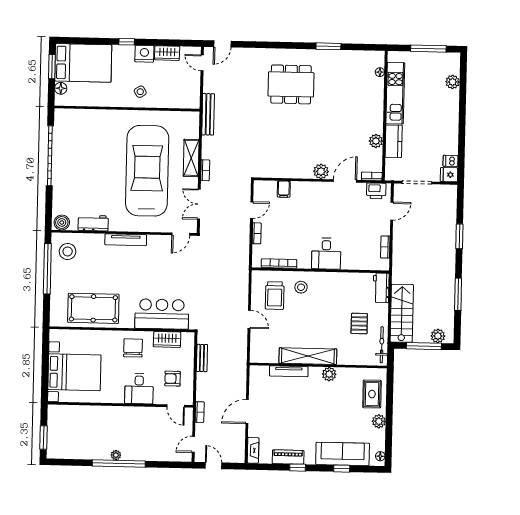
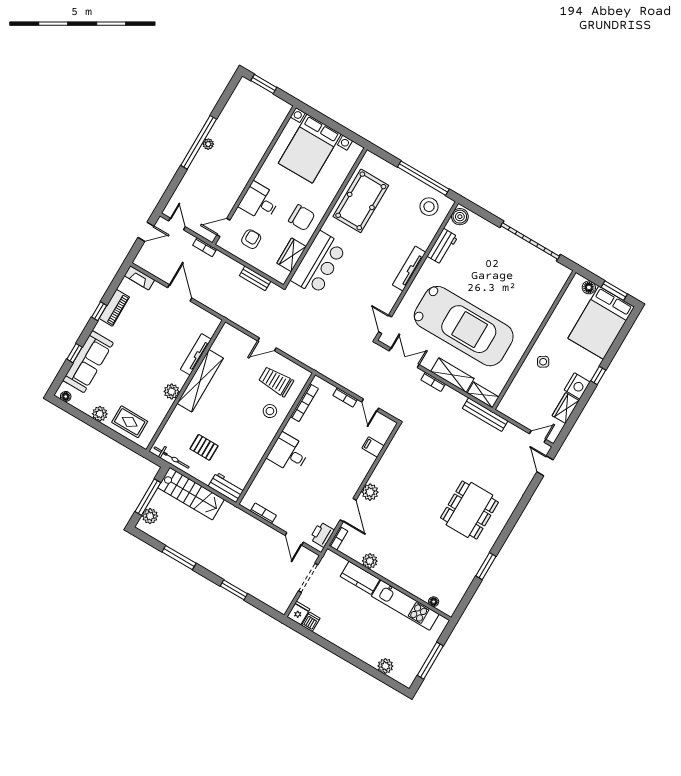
shelving: (193, 125) -> (483, 395), added

